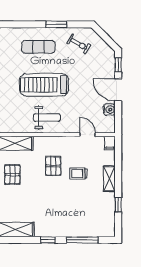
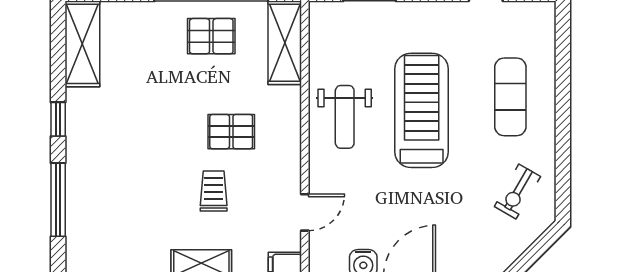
window: (56, 24) -> (563, 139), removed

